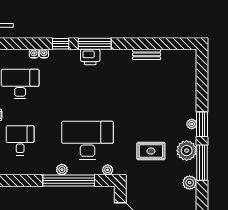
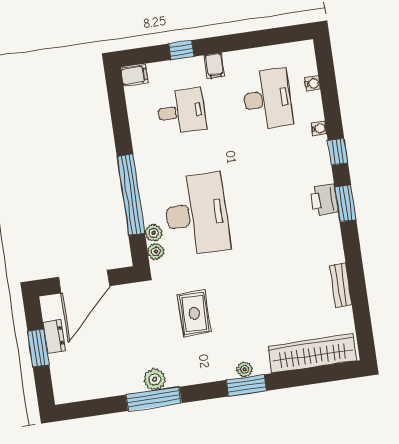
window: (95, 44) -> (345, 203), width x0.69
water cooler: (34, 54) -> (312, 83), moved
wardrobe: (188, 79) -> (312, 353), added
plant: (187, 151) -> (203, 368), removed
window: (202, 163) -> (154, 399), moved
plant: (62, 170) -> (154, 233), moved

